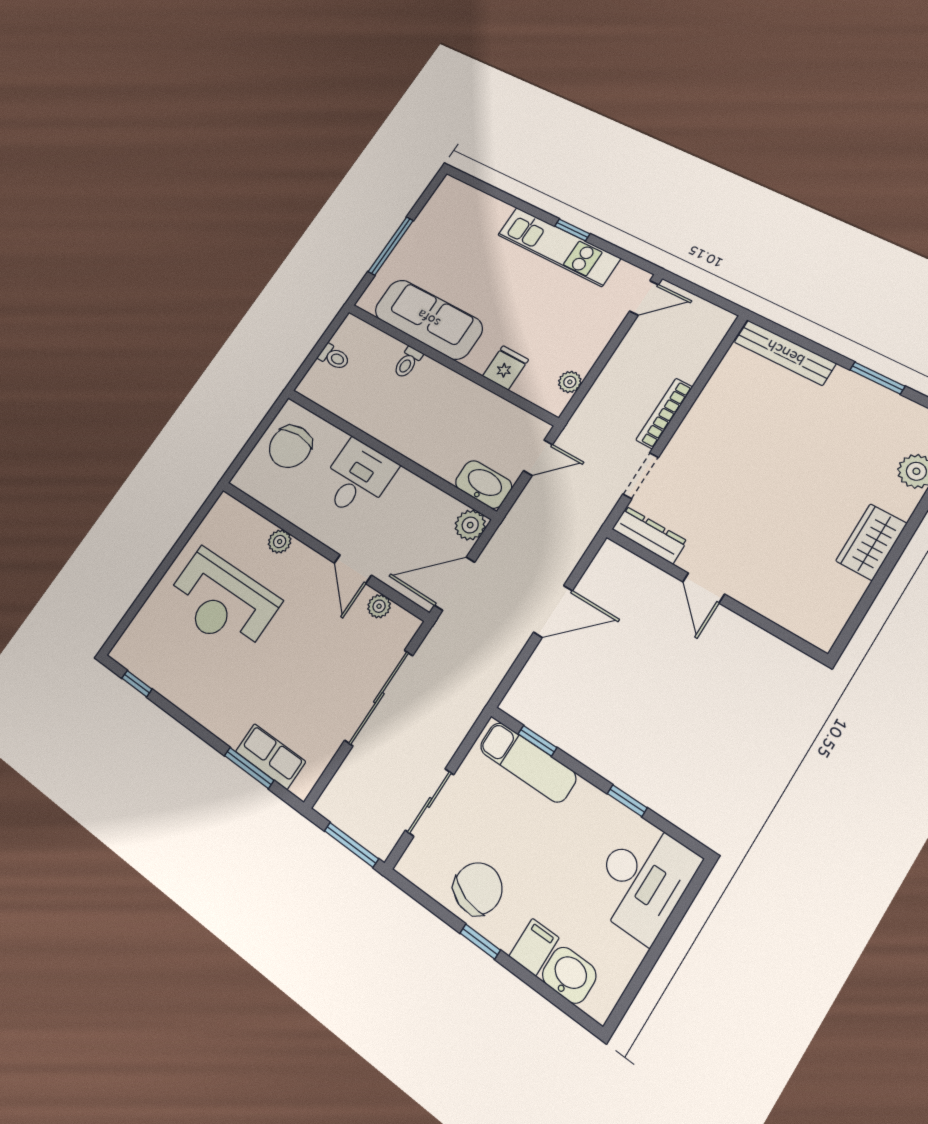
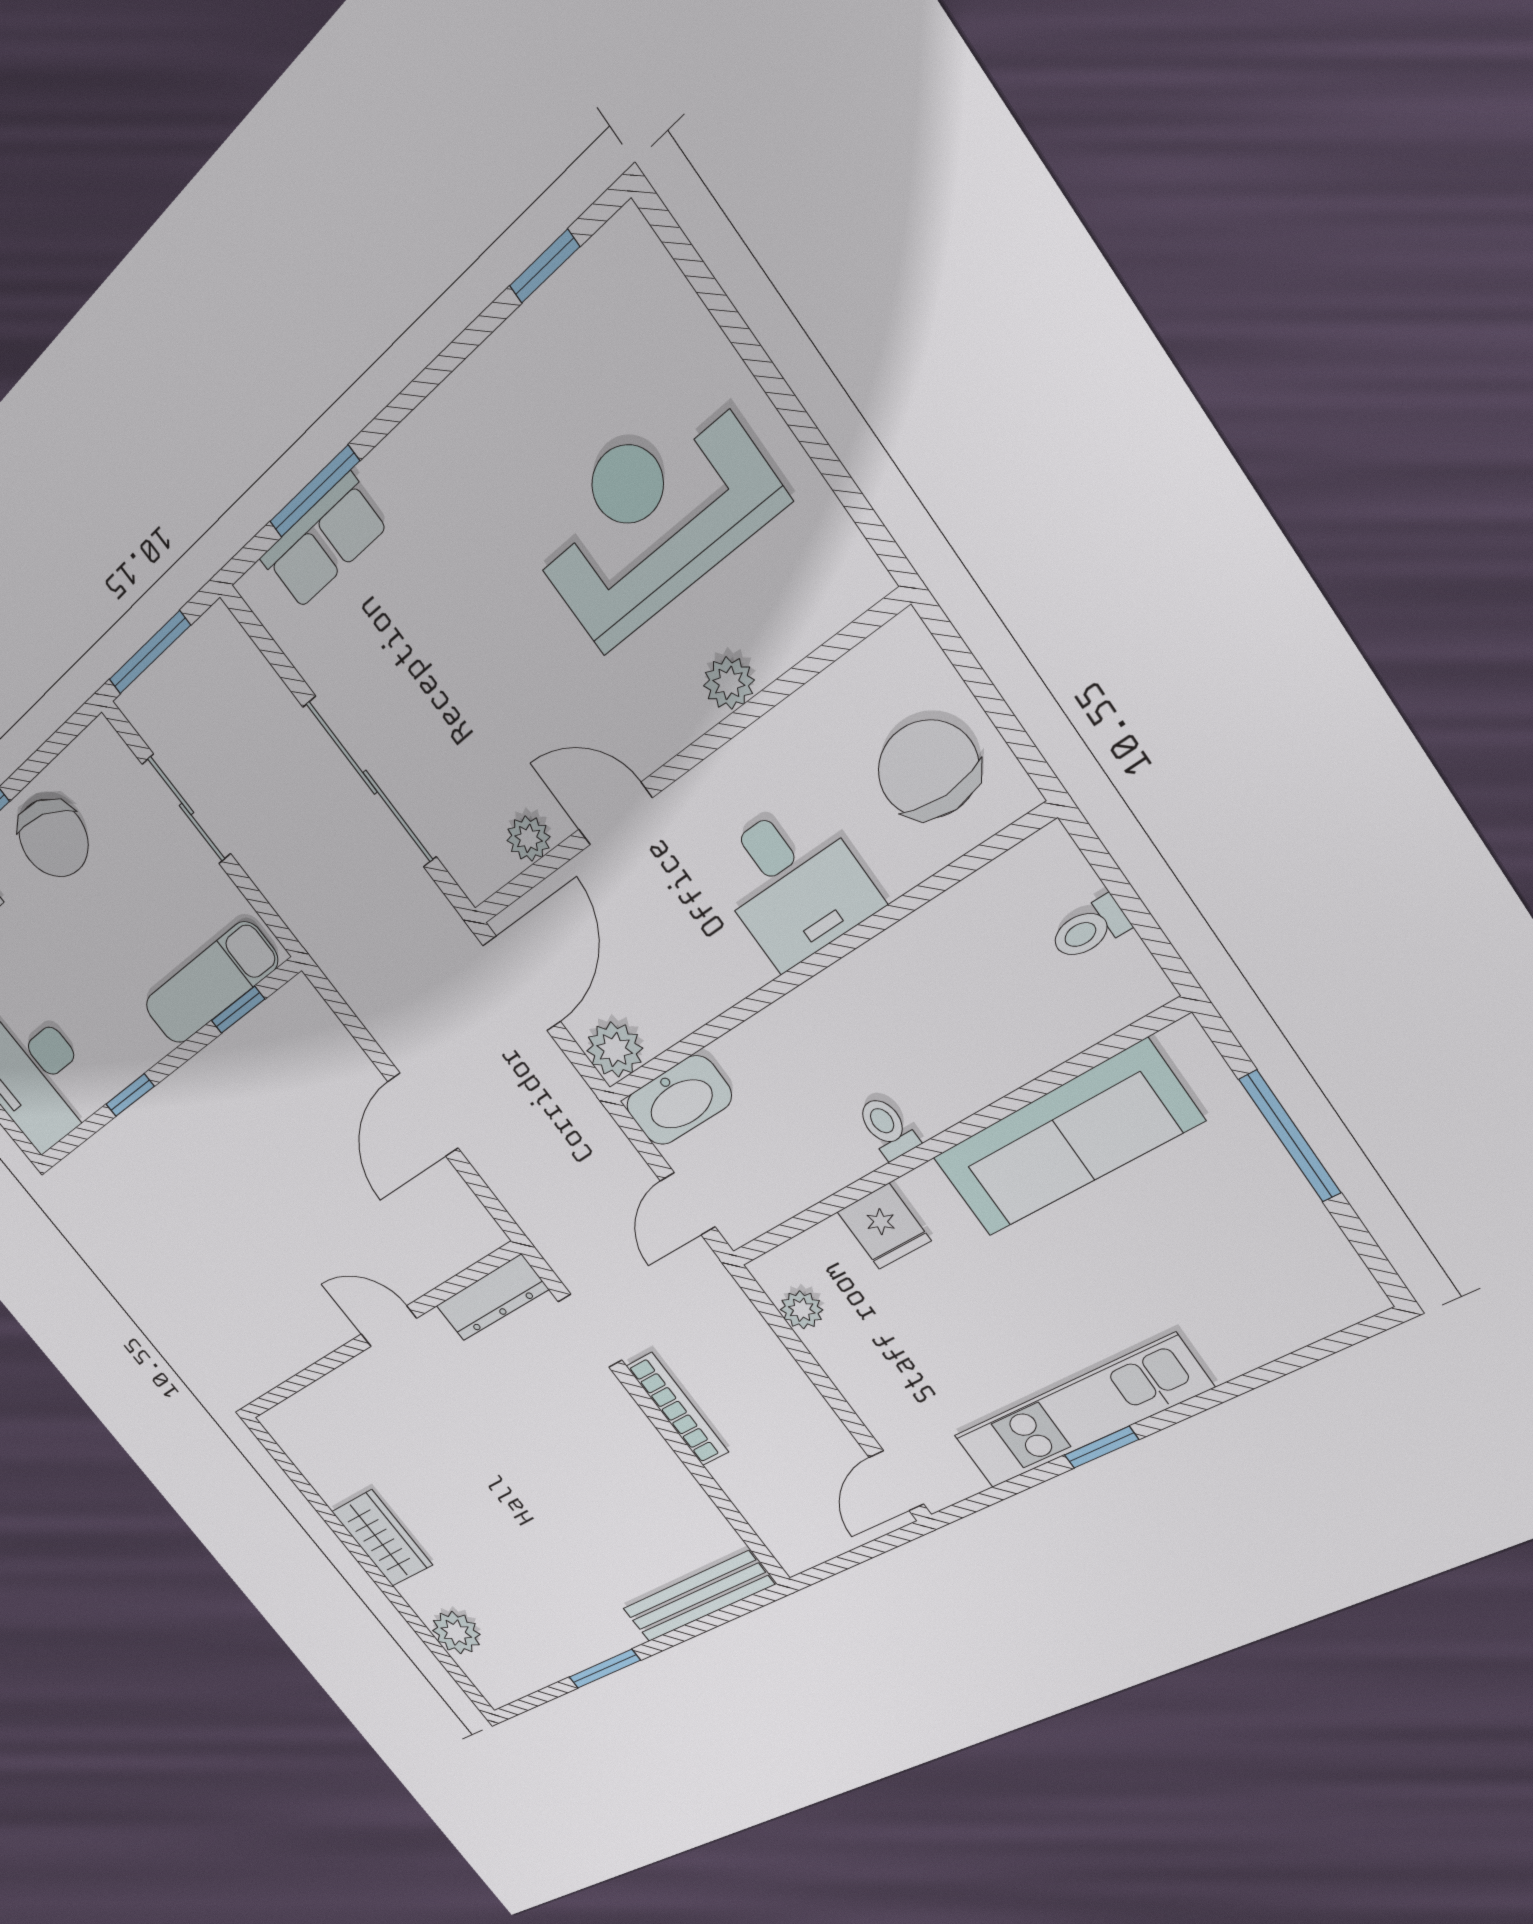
toilet: (408, 362) -> (887, 1128), moved

